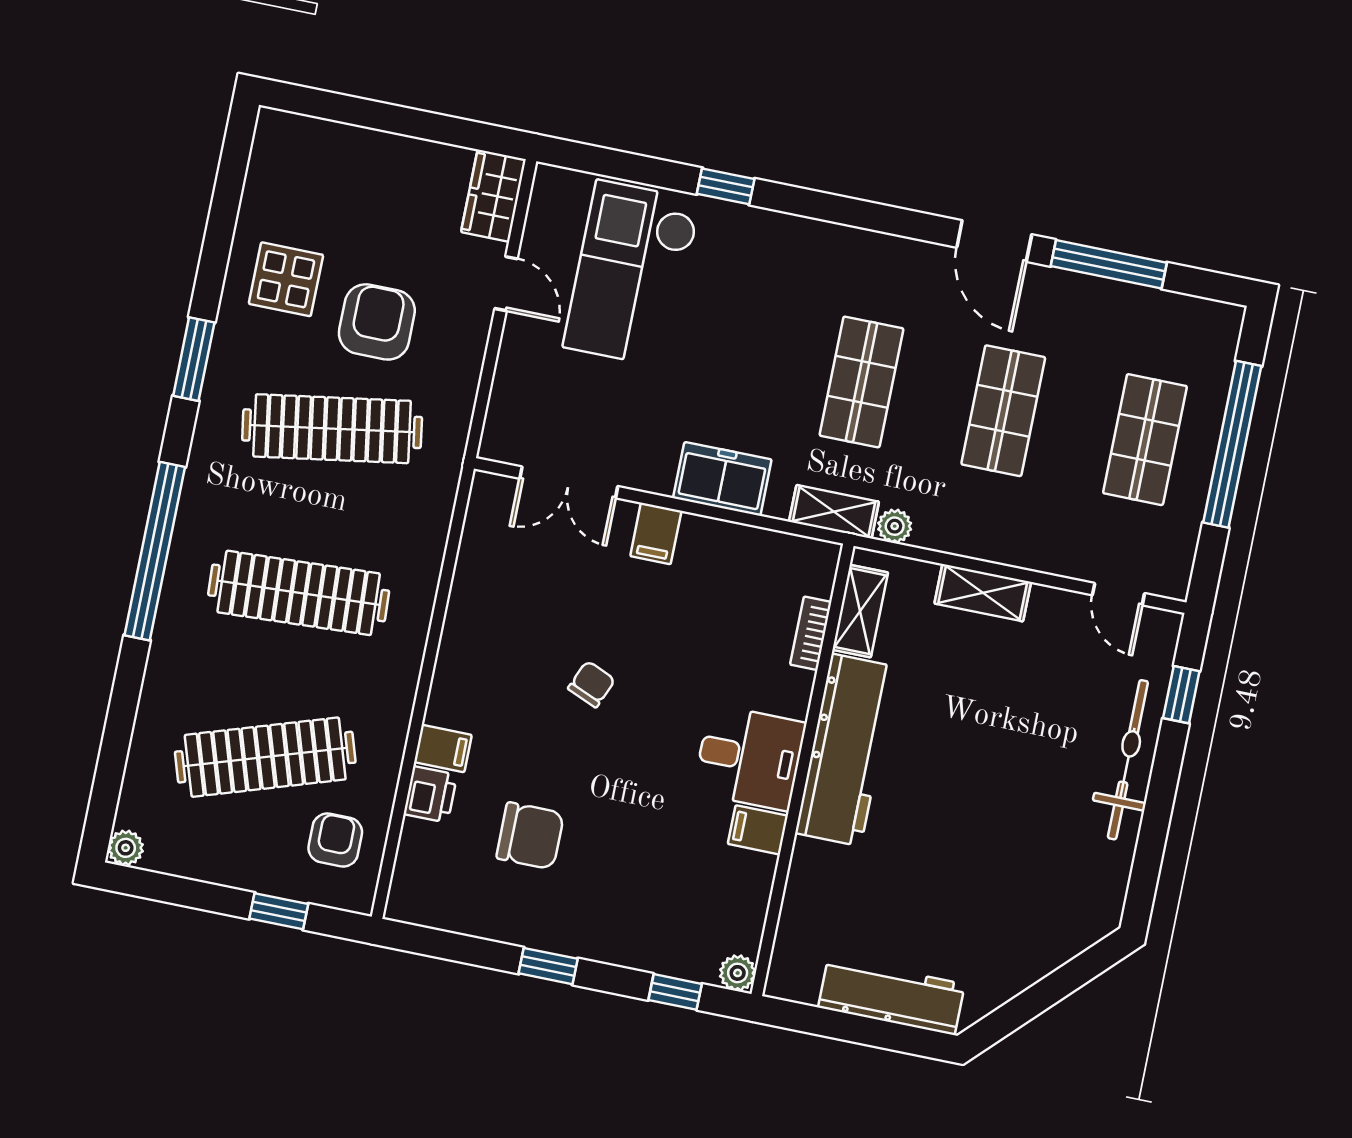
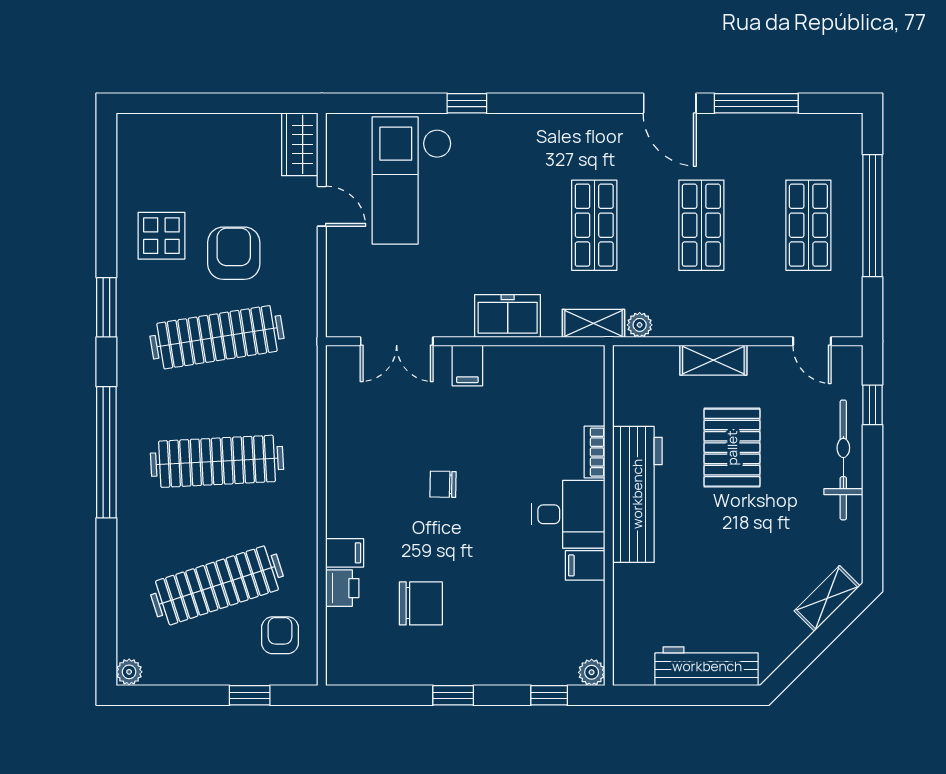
shelving: (860, 611) -> (827, 598), moved, turned 45
bookcase: (811, 633) -> (595, 452), moved
chair: (592, 684) -> (443, 484), turned -112
pallet: (984, 713) -> (732, 448), added

